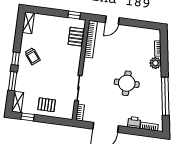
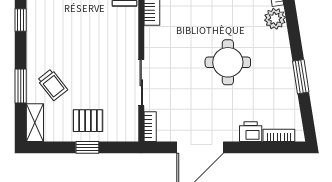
trolley: (32, 56) -> (53, 85), moved
window: (16, 59) -> (21, 20), moved
window: (165, 96) -> (301, 77), width x0.47
window: (28, 117) -> (87, 147), moved

